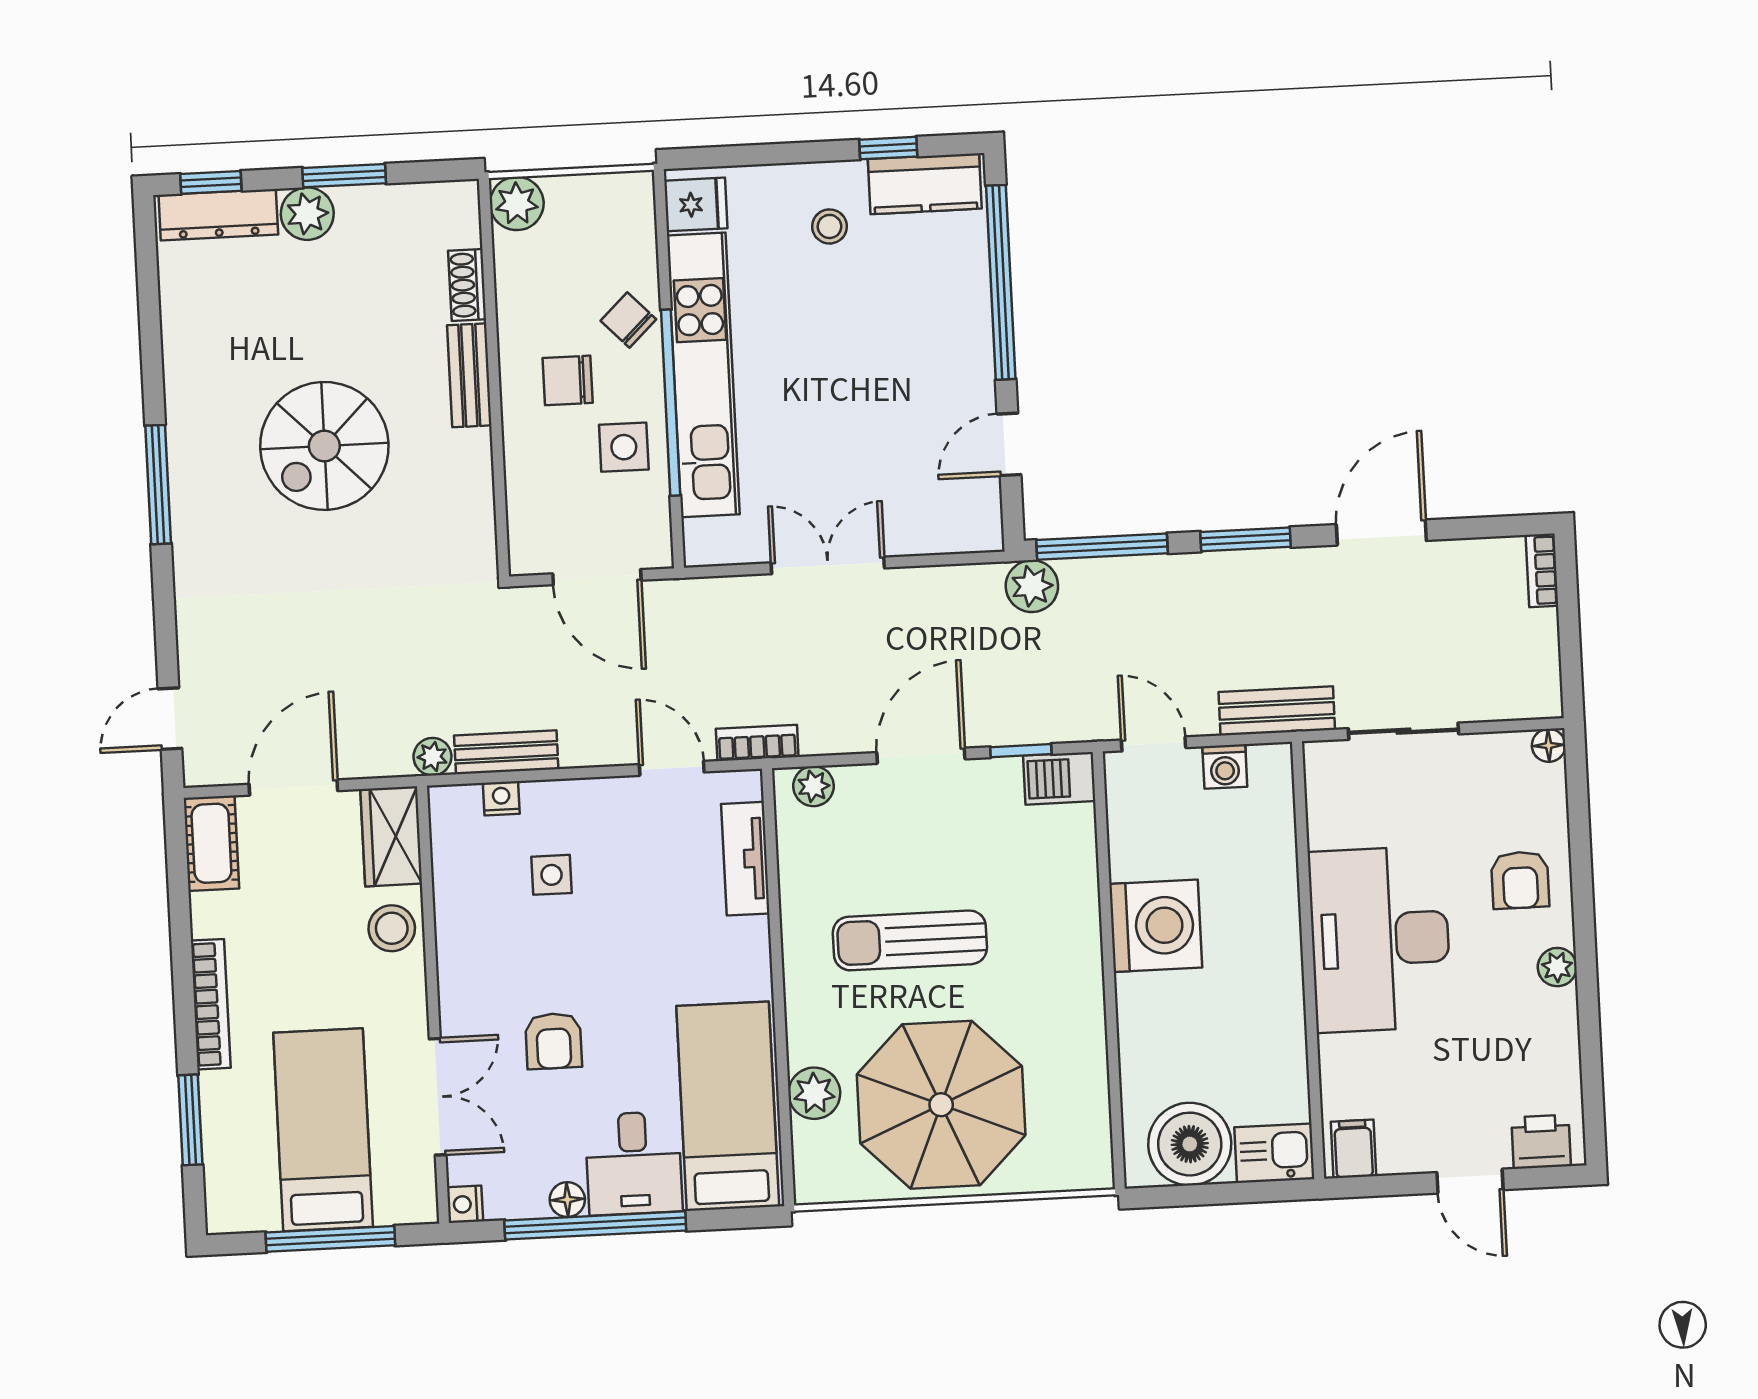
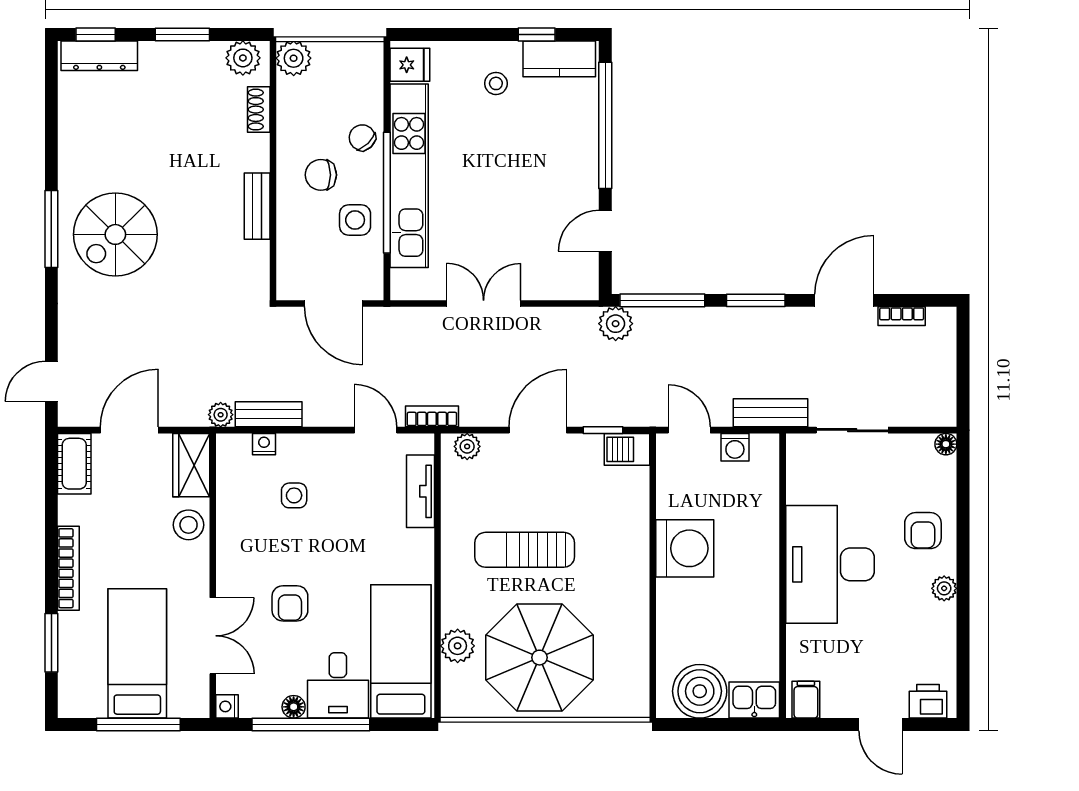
plant: (307, 214) -> (243, 58), moved
bench: (469, 375) -> (257, 206), moved
spiral stairs: (324, 446) -> (115, 234), moved
bookcase: (1542, 570) -> (902, 316), moved, turned -90

